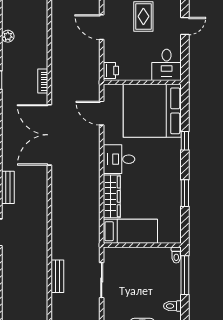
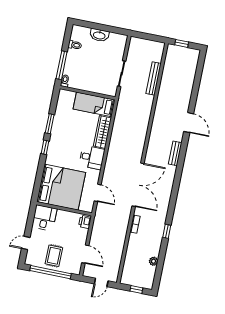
window: (185, 141) -> (45, 147), moved
bench: (57, 276) -> (154, 78), width x1.36

